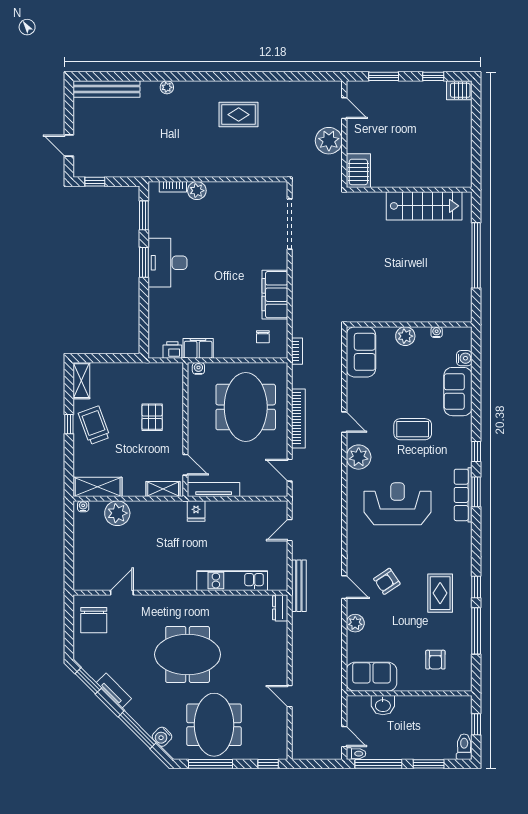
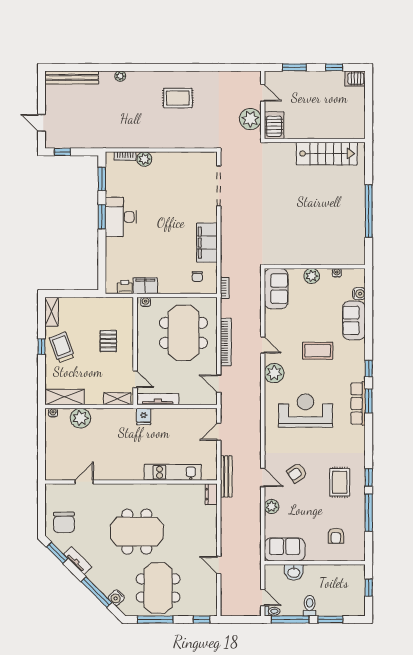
server rack: (358, 171) -> (274, 125), moved
wall: (409, 190) -> (315, 140), moved
stairs: (424, 206) -> (327, 154), moved
chair: (94, 620) -> (64, 522), moved
toilet: (464, 747) -> (310, 606), moved

